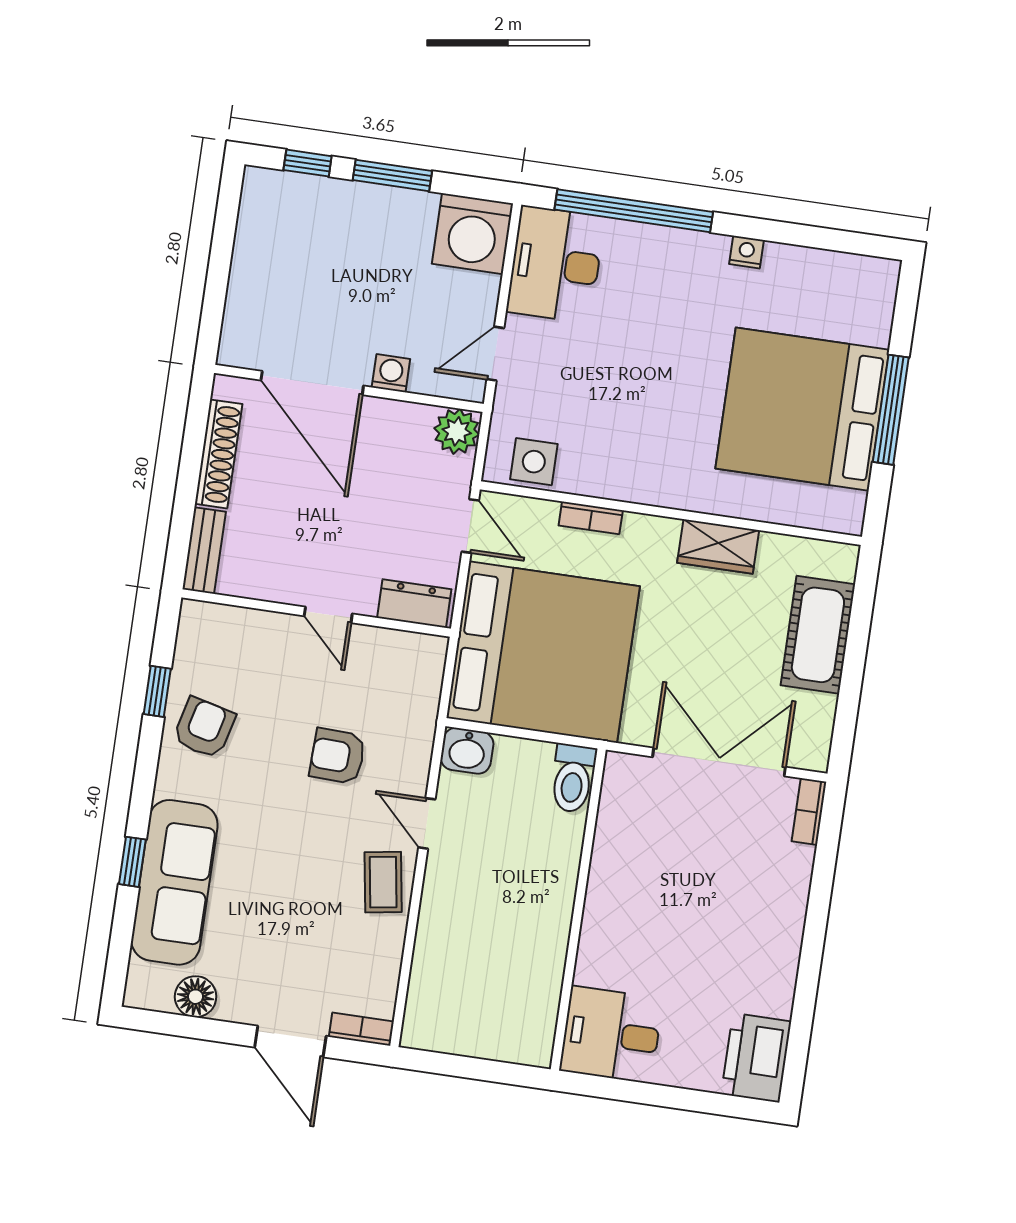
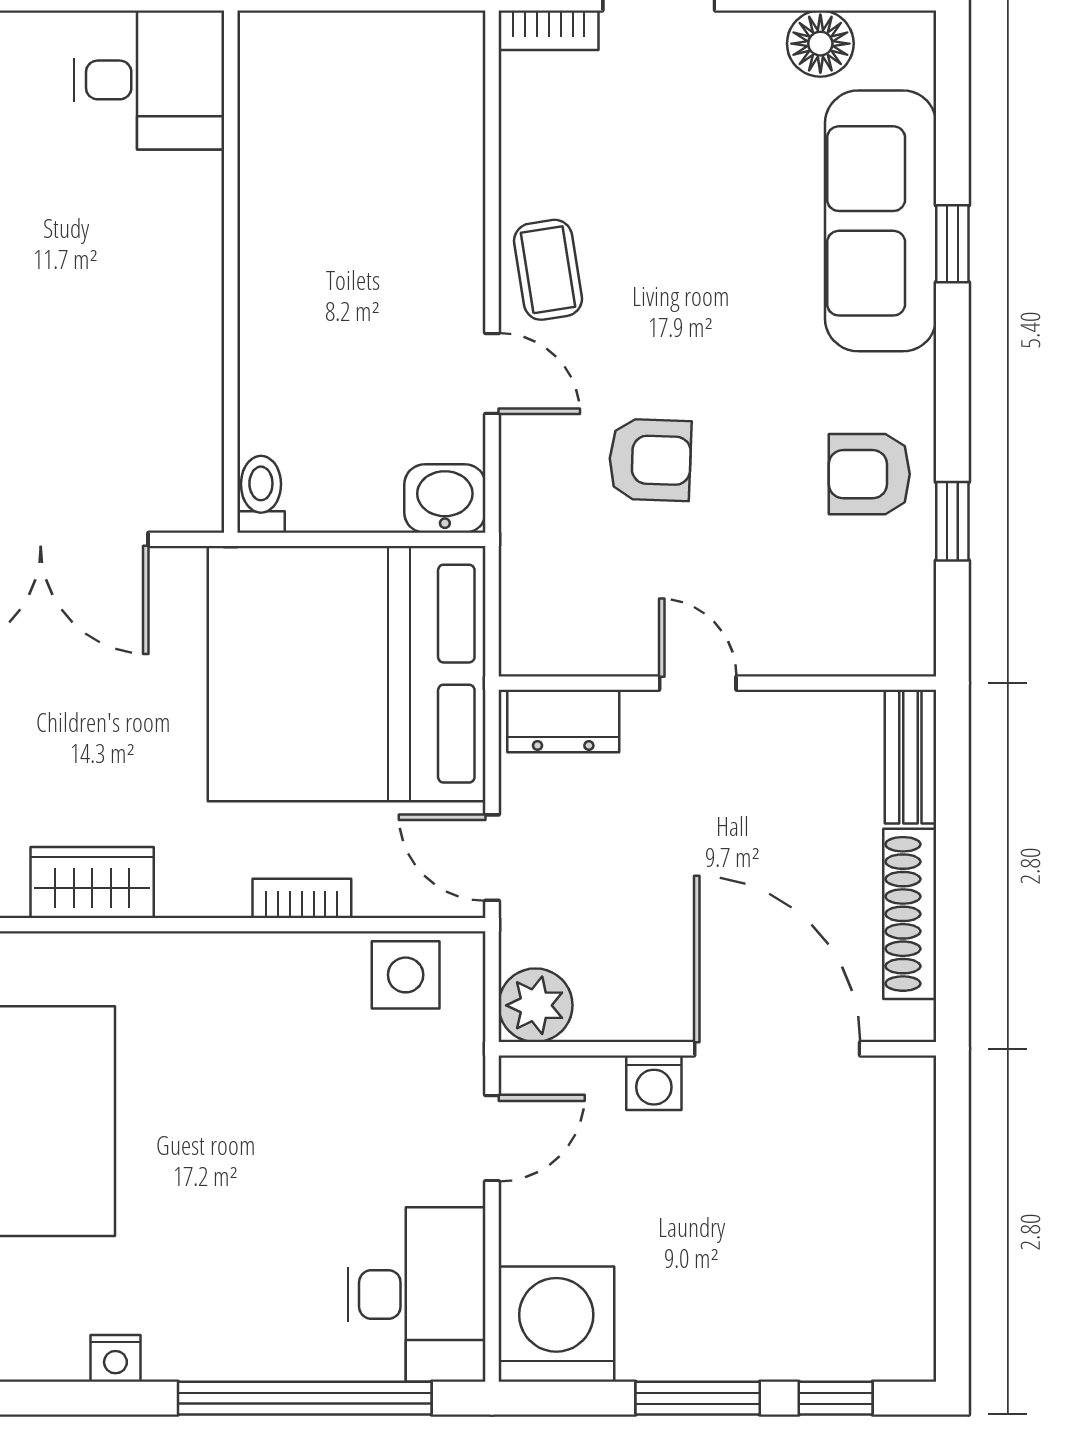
armchair: (204, 728) -> (869, 474), turned 76
toilet: (573, 778) -> (261, 494), width x0.73, depth x0.72

